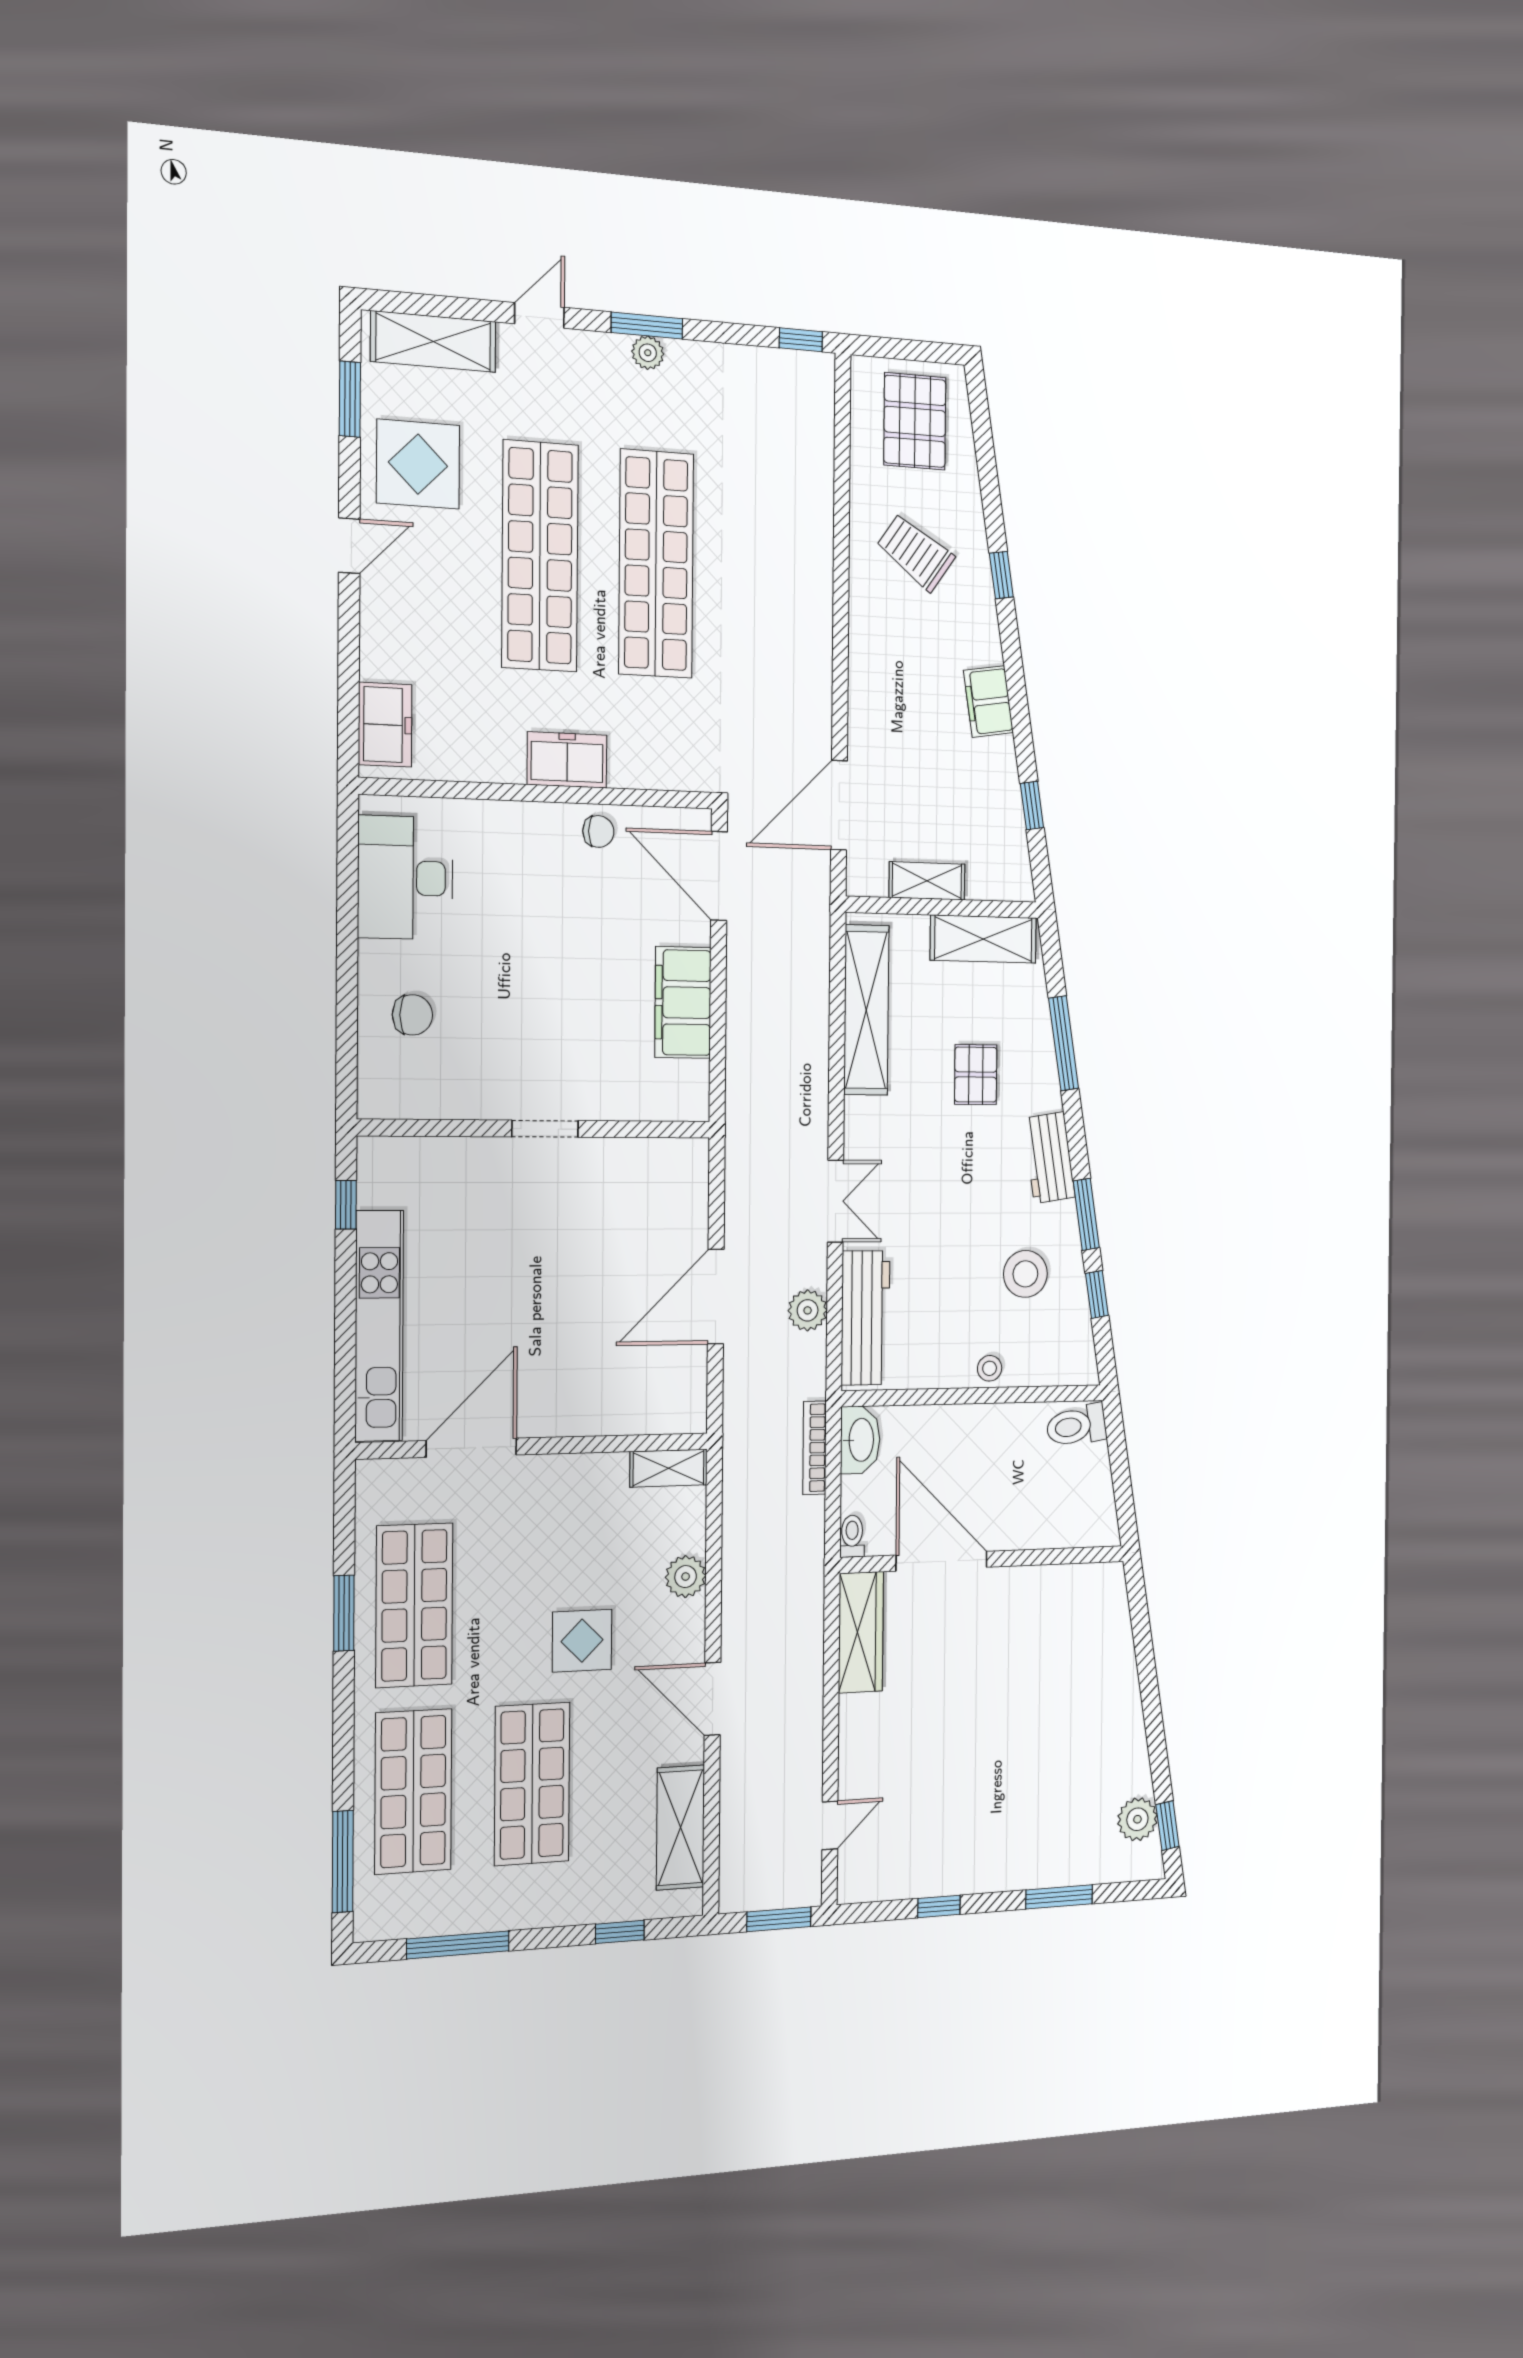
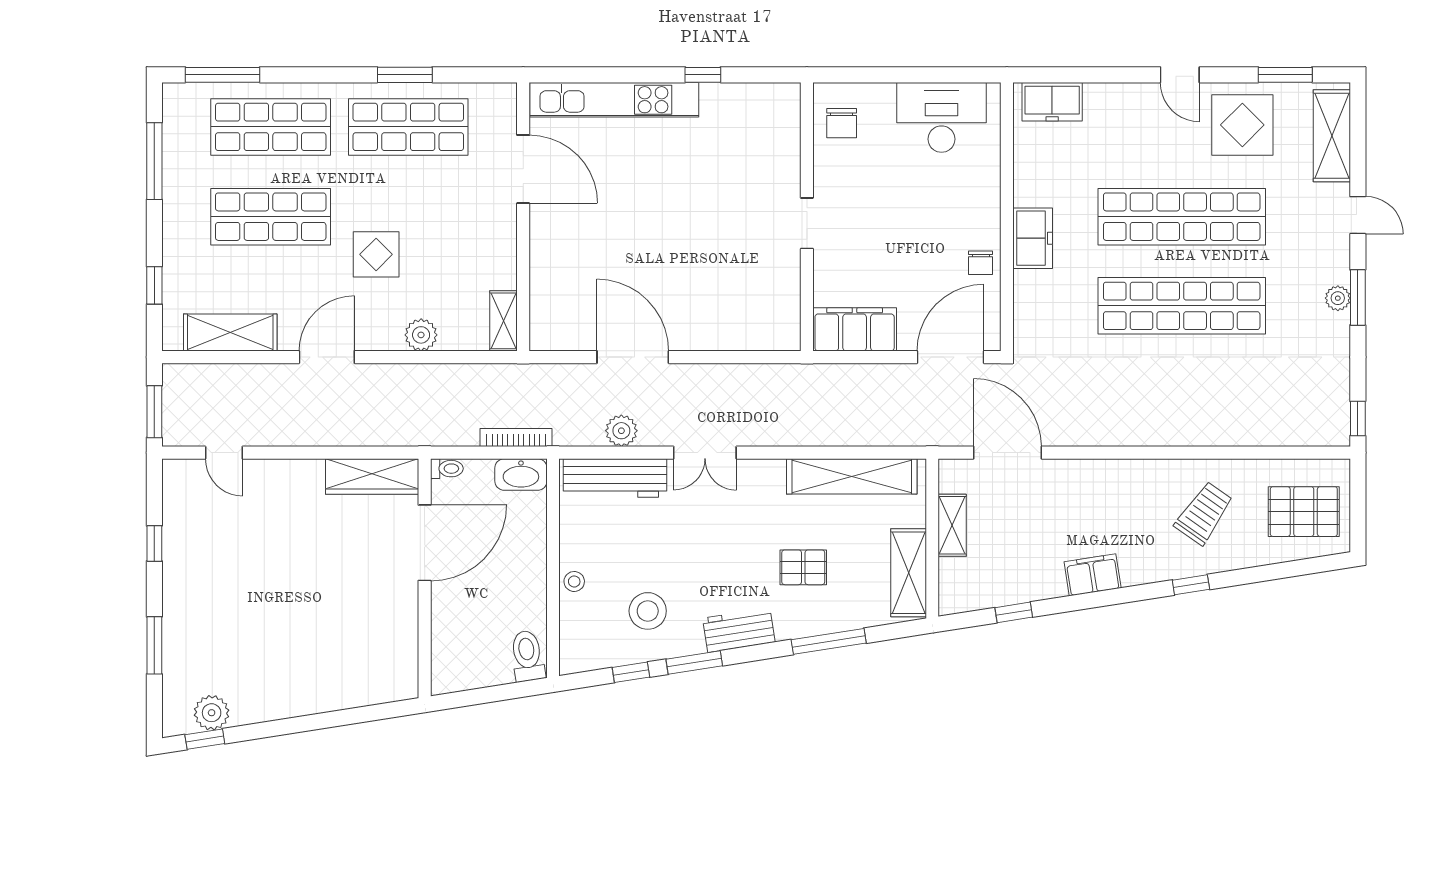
wall: (536, 1129) -> (807, 217), moved
doorway: (545, 1129) -> (807, 223), moved

